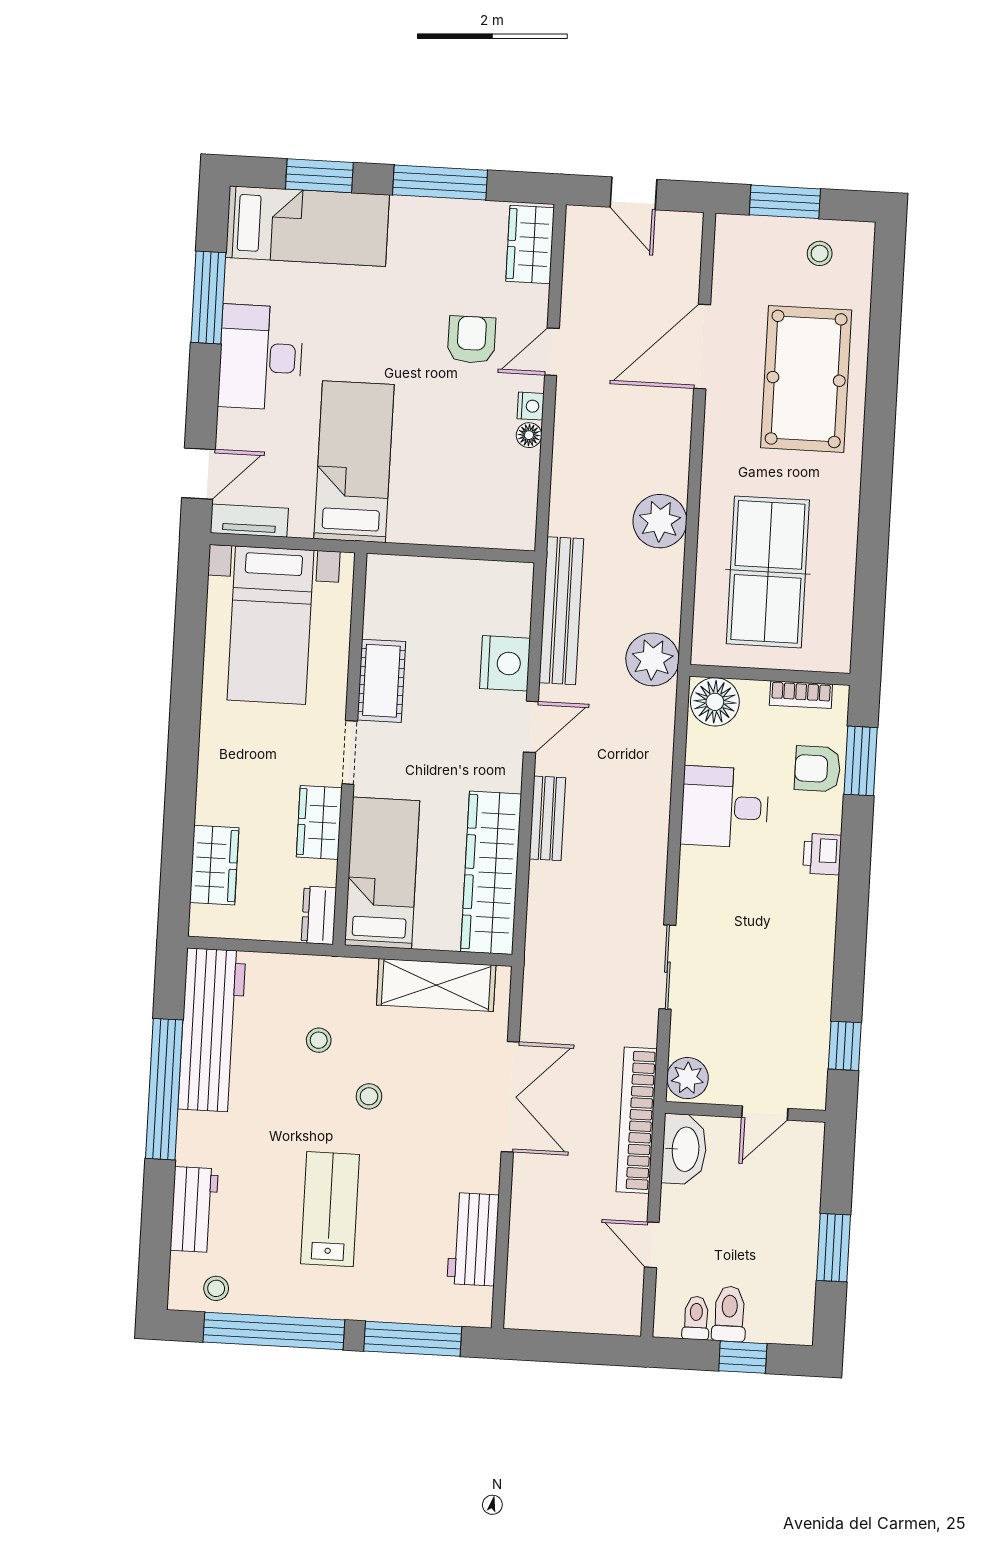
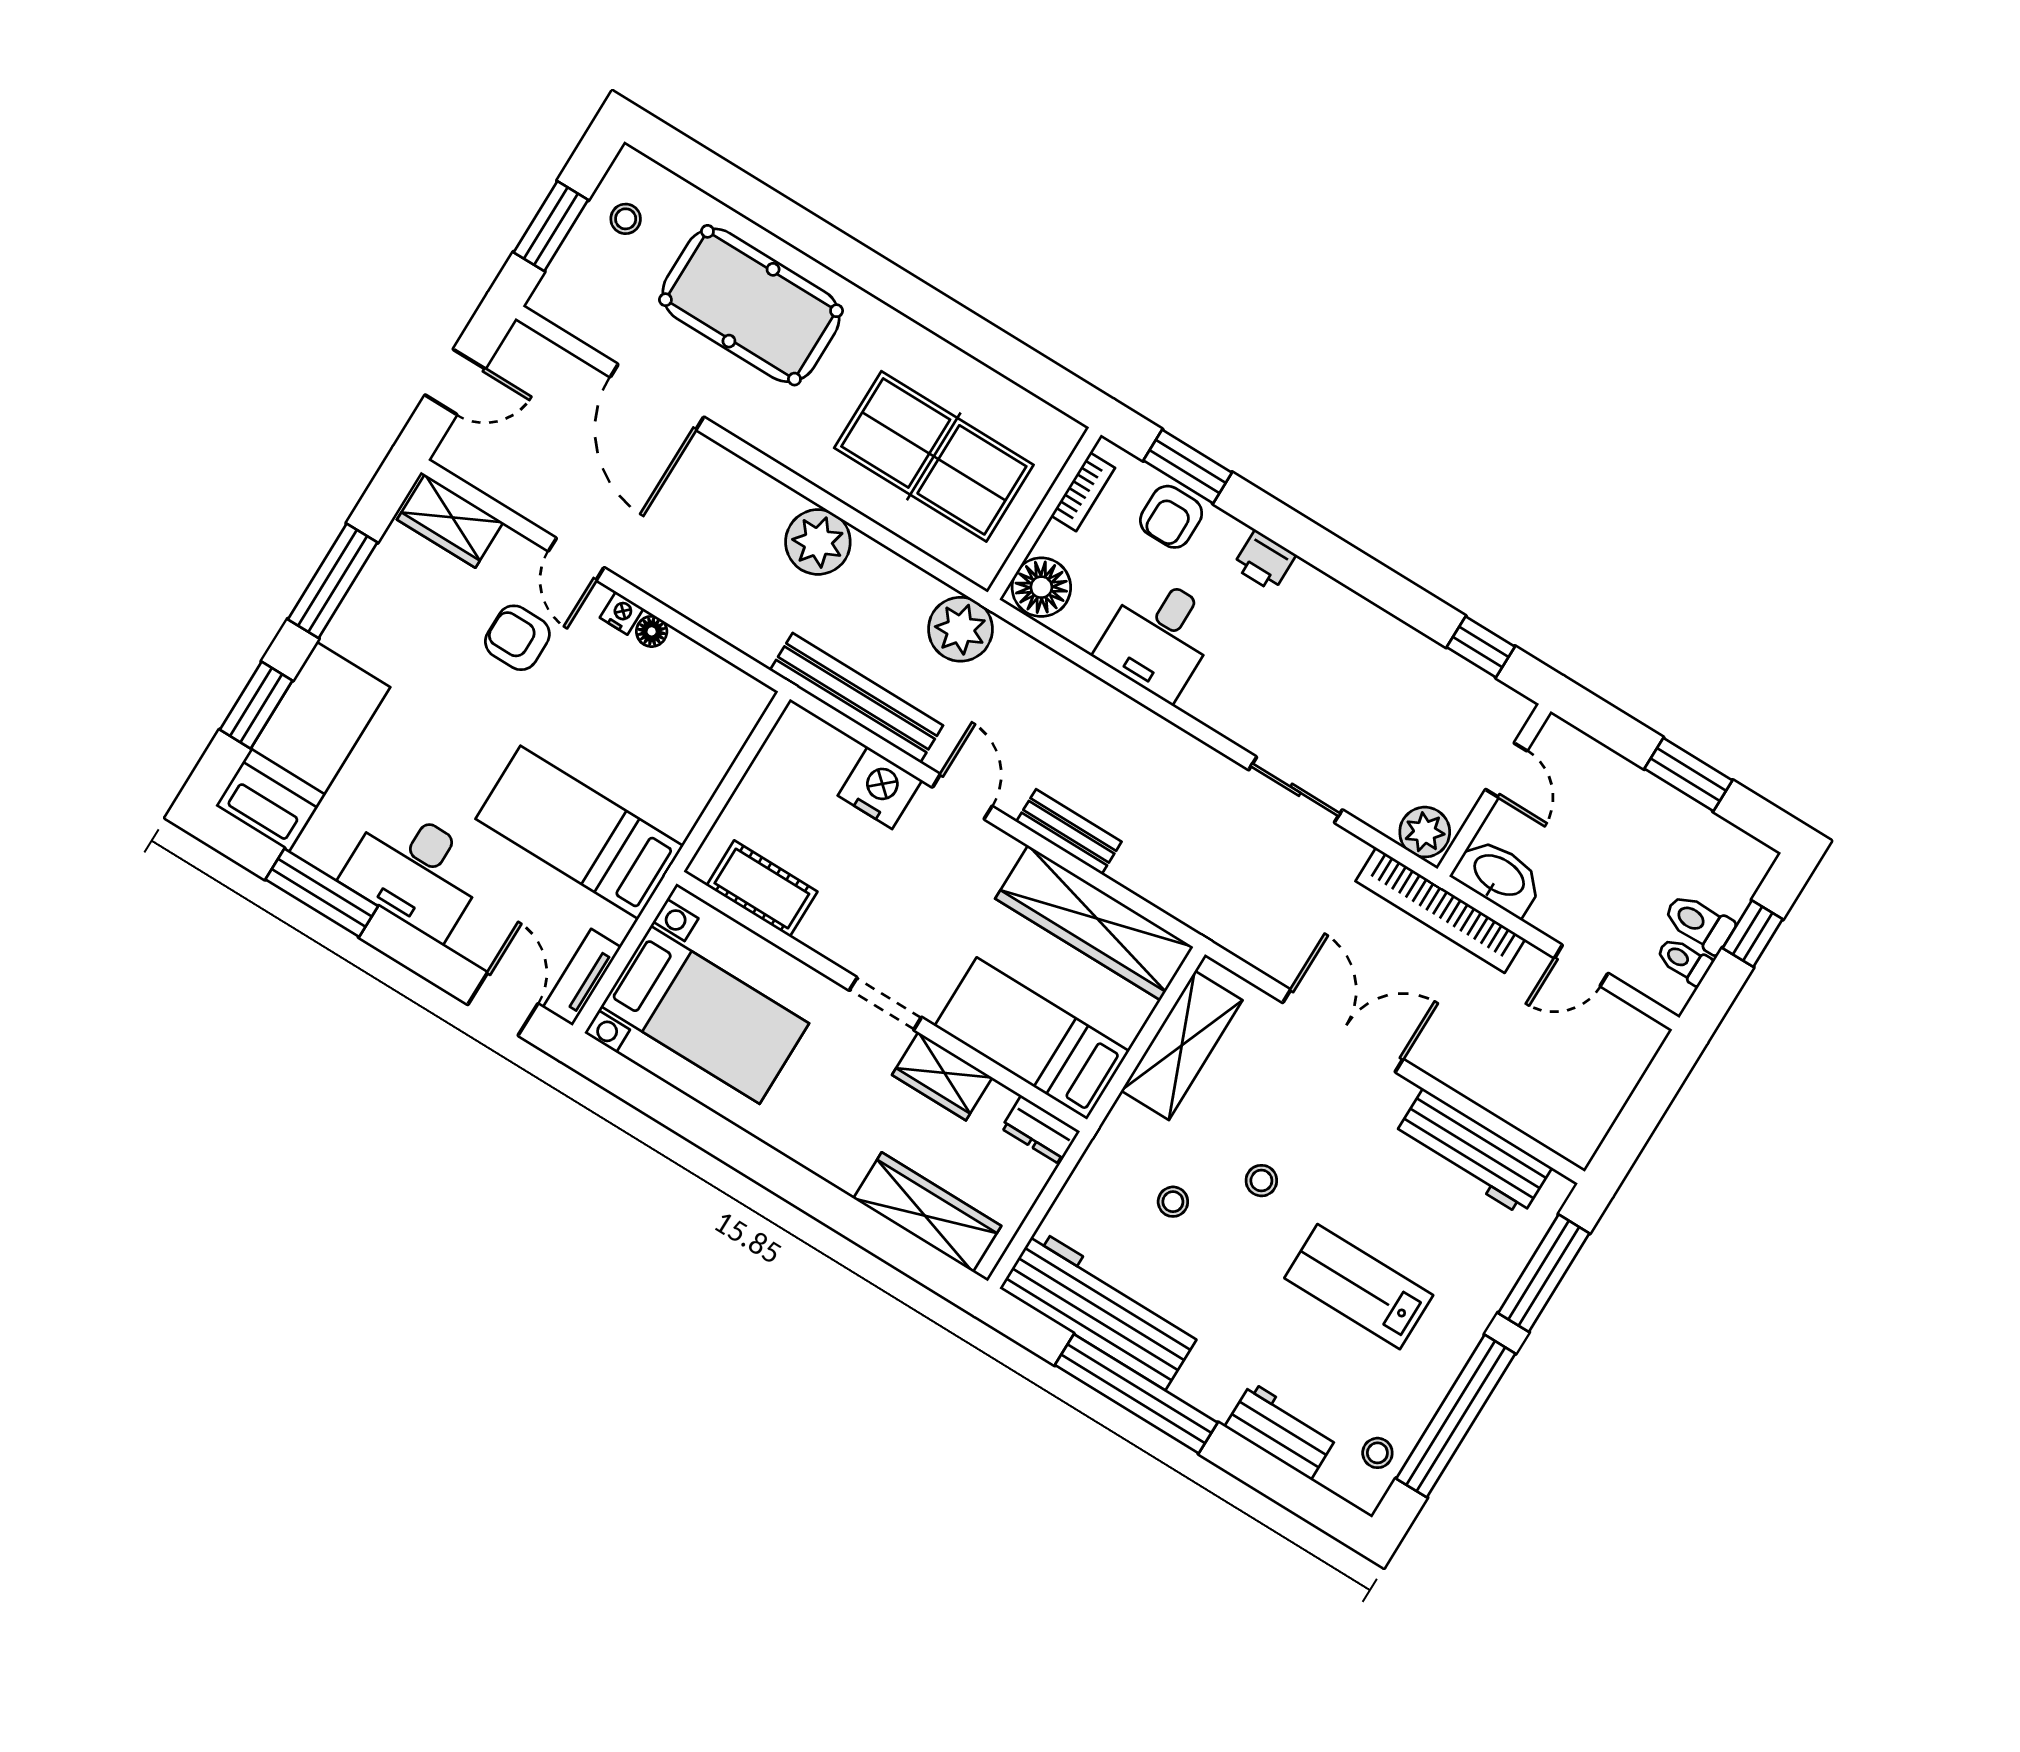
cot: (381, 681) -> (762, 889), moved
wardrobe: (214, 865) -> (927, 1212), width x1.50
workbench: (473, 1239) -> (1473, 1152), width x1.38

